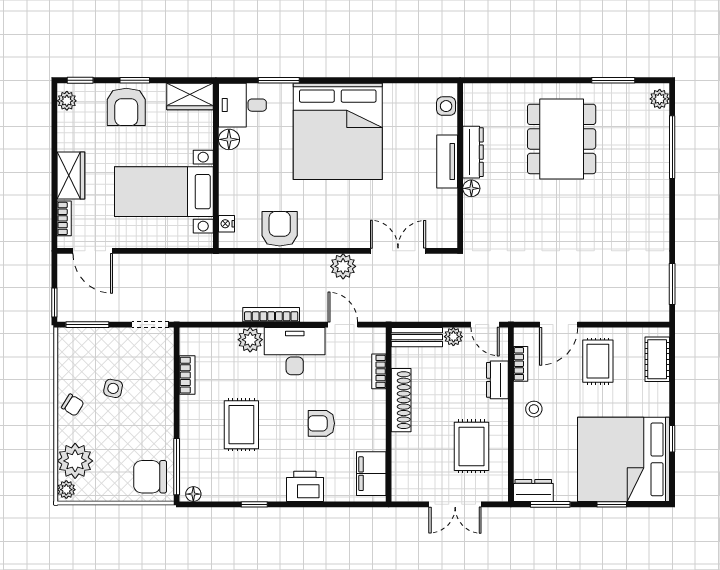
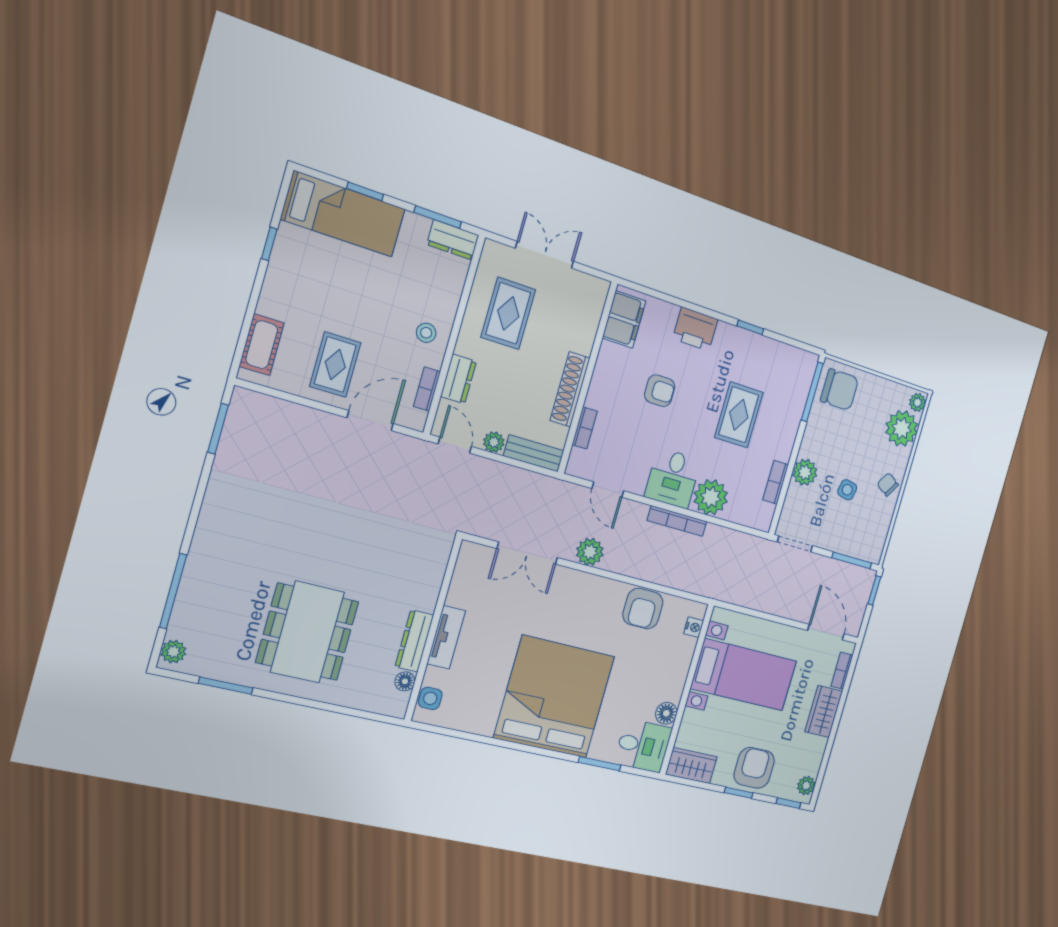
floor lamp: (471, 188) -> (405, 681), moved
plant: (250, 340) -> (711, 497), width x1.36, depth x1.36
desk: (295, 351) -> (673, 478), width x0.73
plant: (161, 392) -> (805, 472), added
bed: (624, 459) -> (343, 214), width x0.49
floor lamp: (193, 494) -> (805, 358), removed

